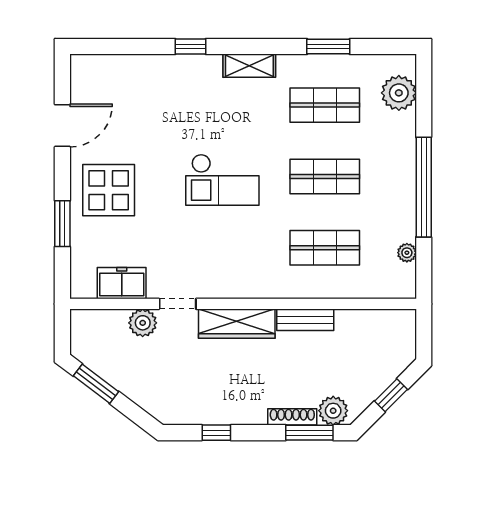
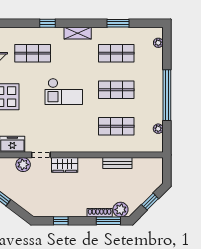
plant: (399, 93) -> (158, 43), width x0.53, depth x0.53
shop shelf: (161, 105) -> (33, 53), added
bench: (305, 320) -> (117, 163), moved
wardrobe: (237, 324) -> (65, 165), width x0.67

